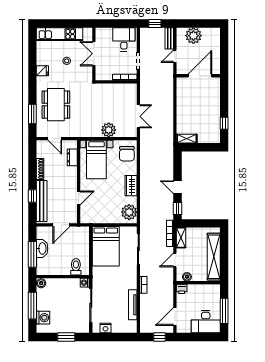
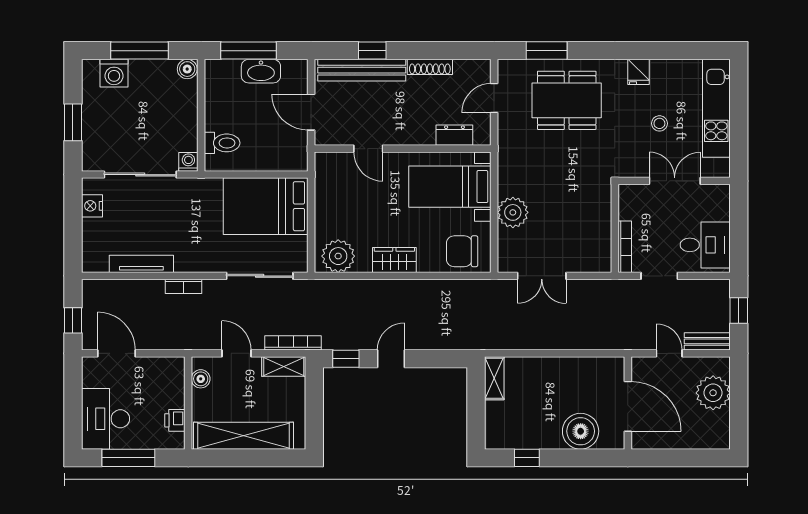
boiler: (212, 98) -> (581, 431), added
printer: (182, 289) -> (175, 420), moved

